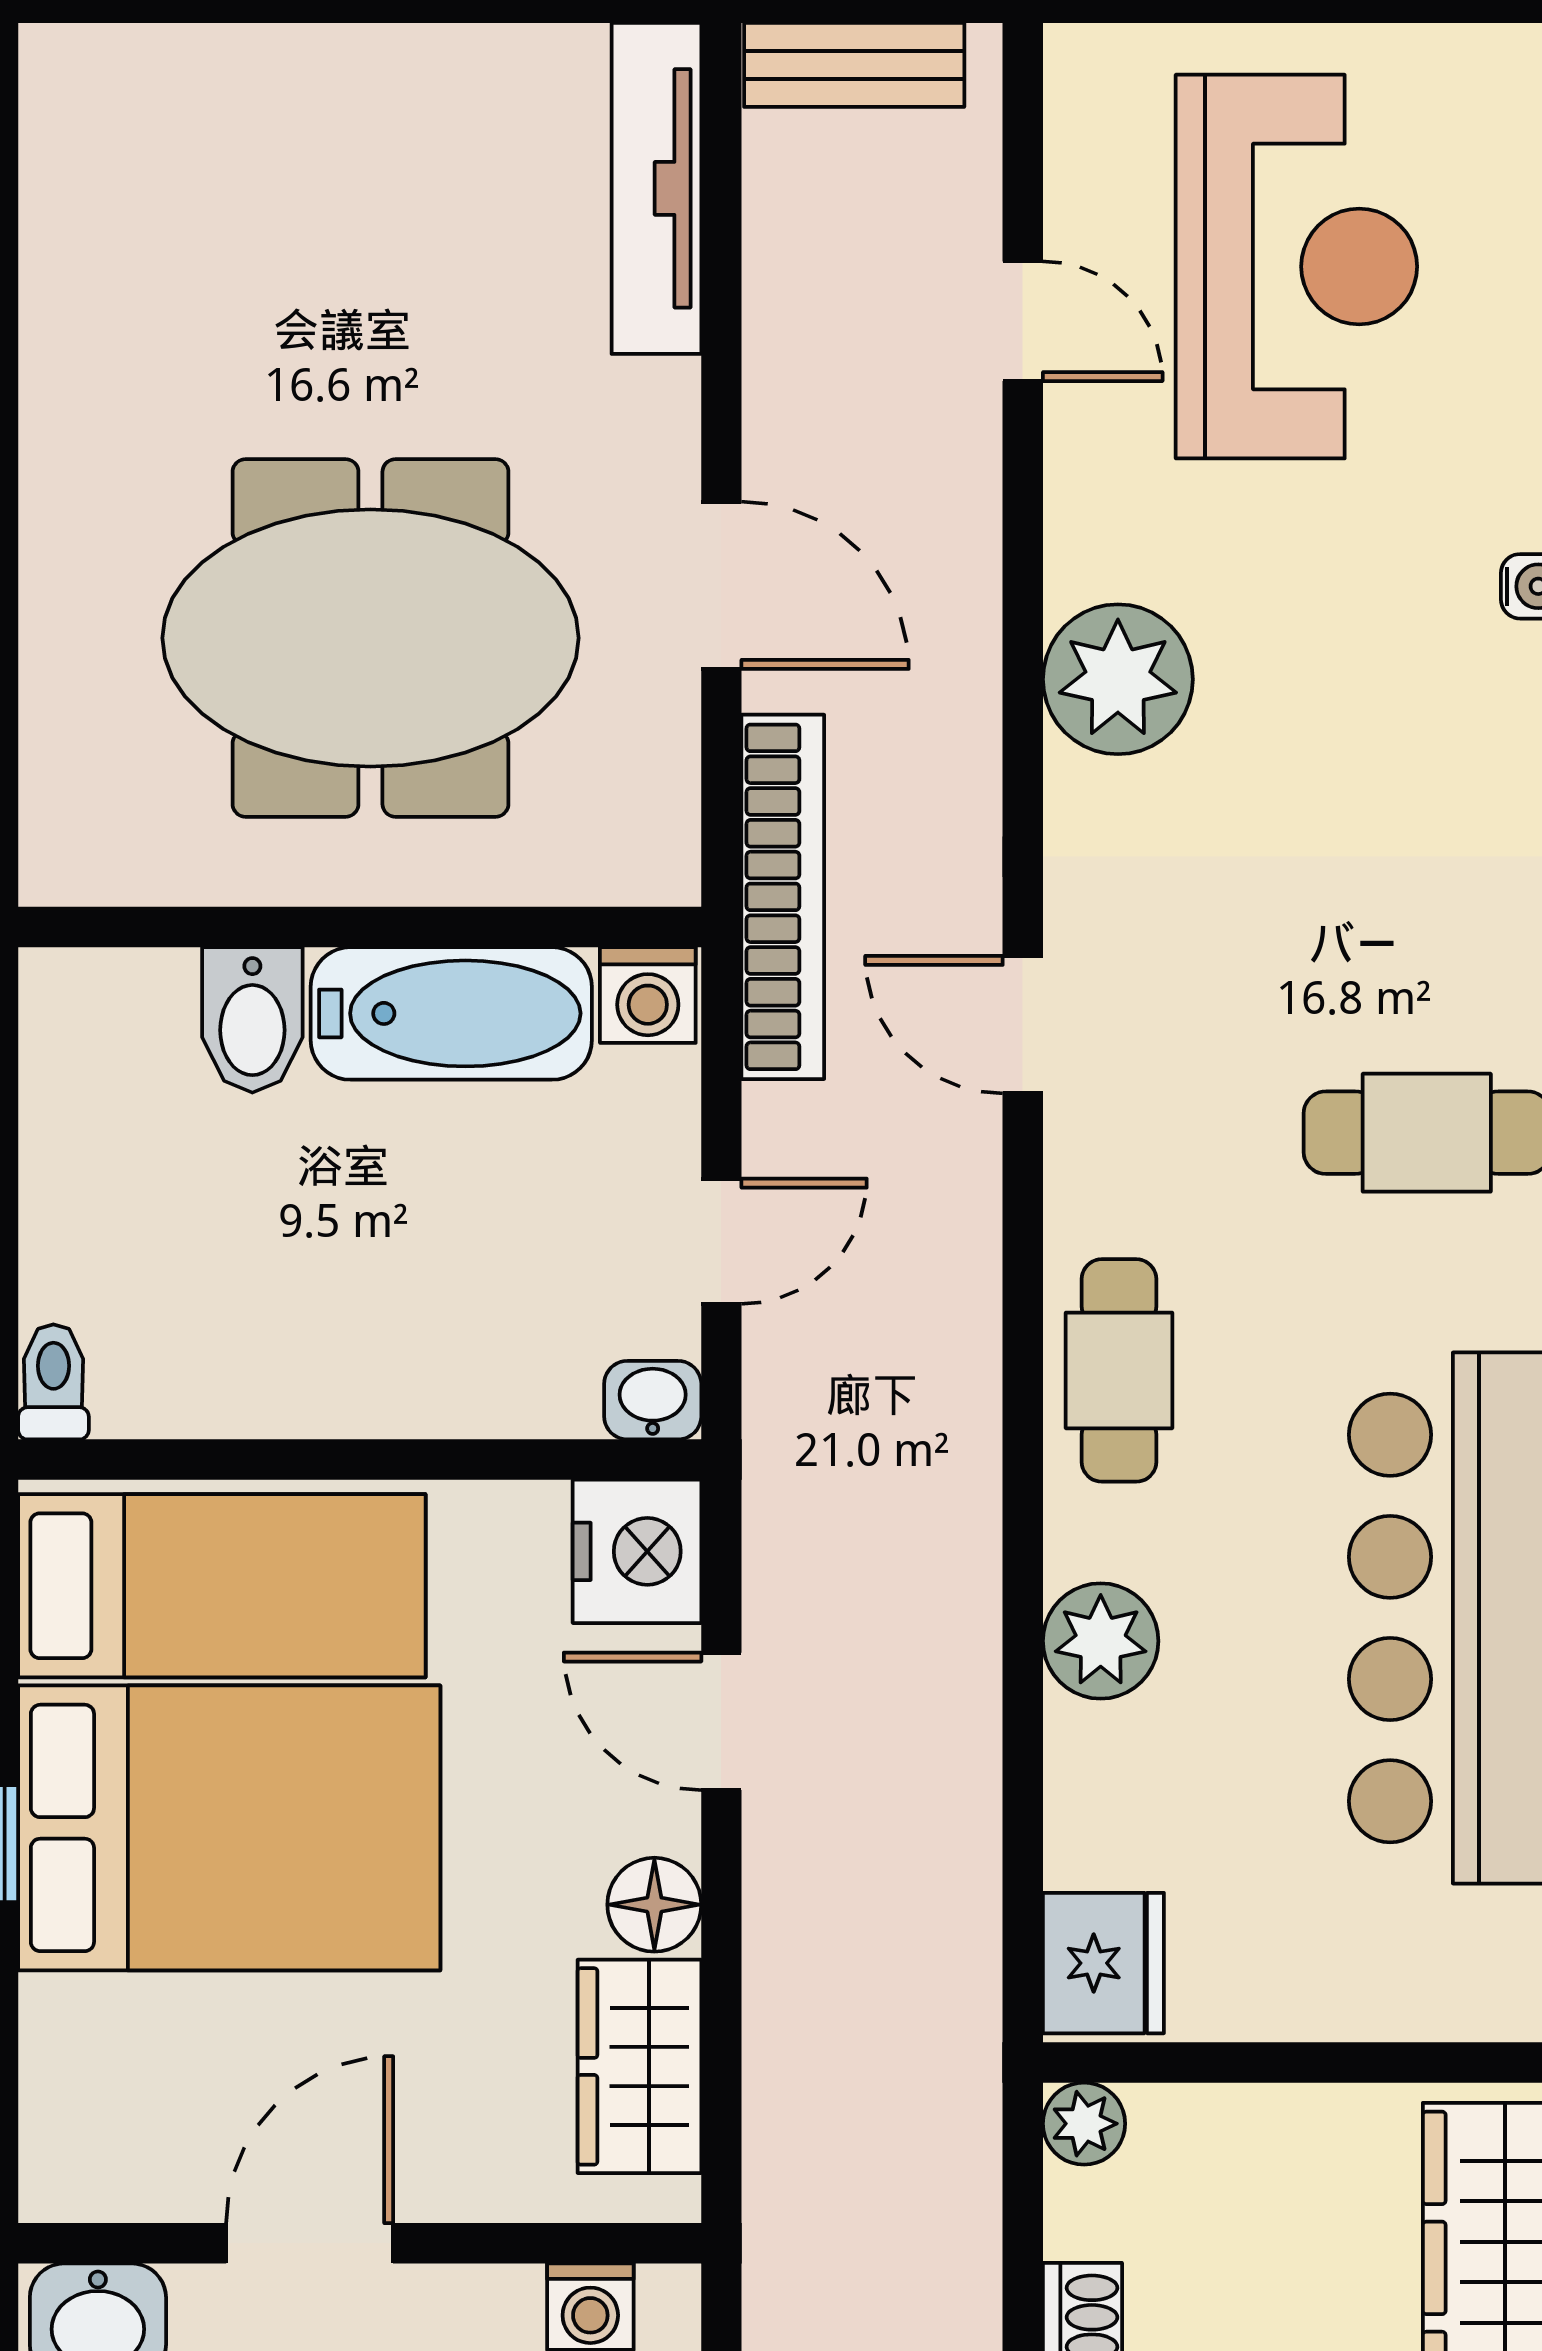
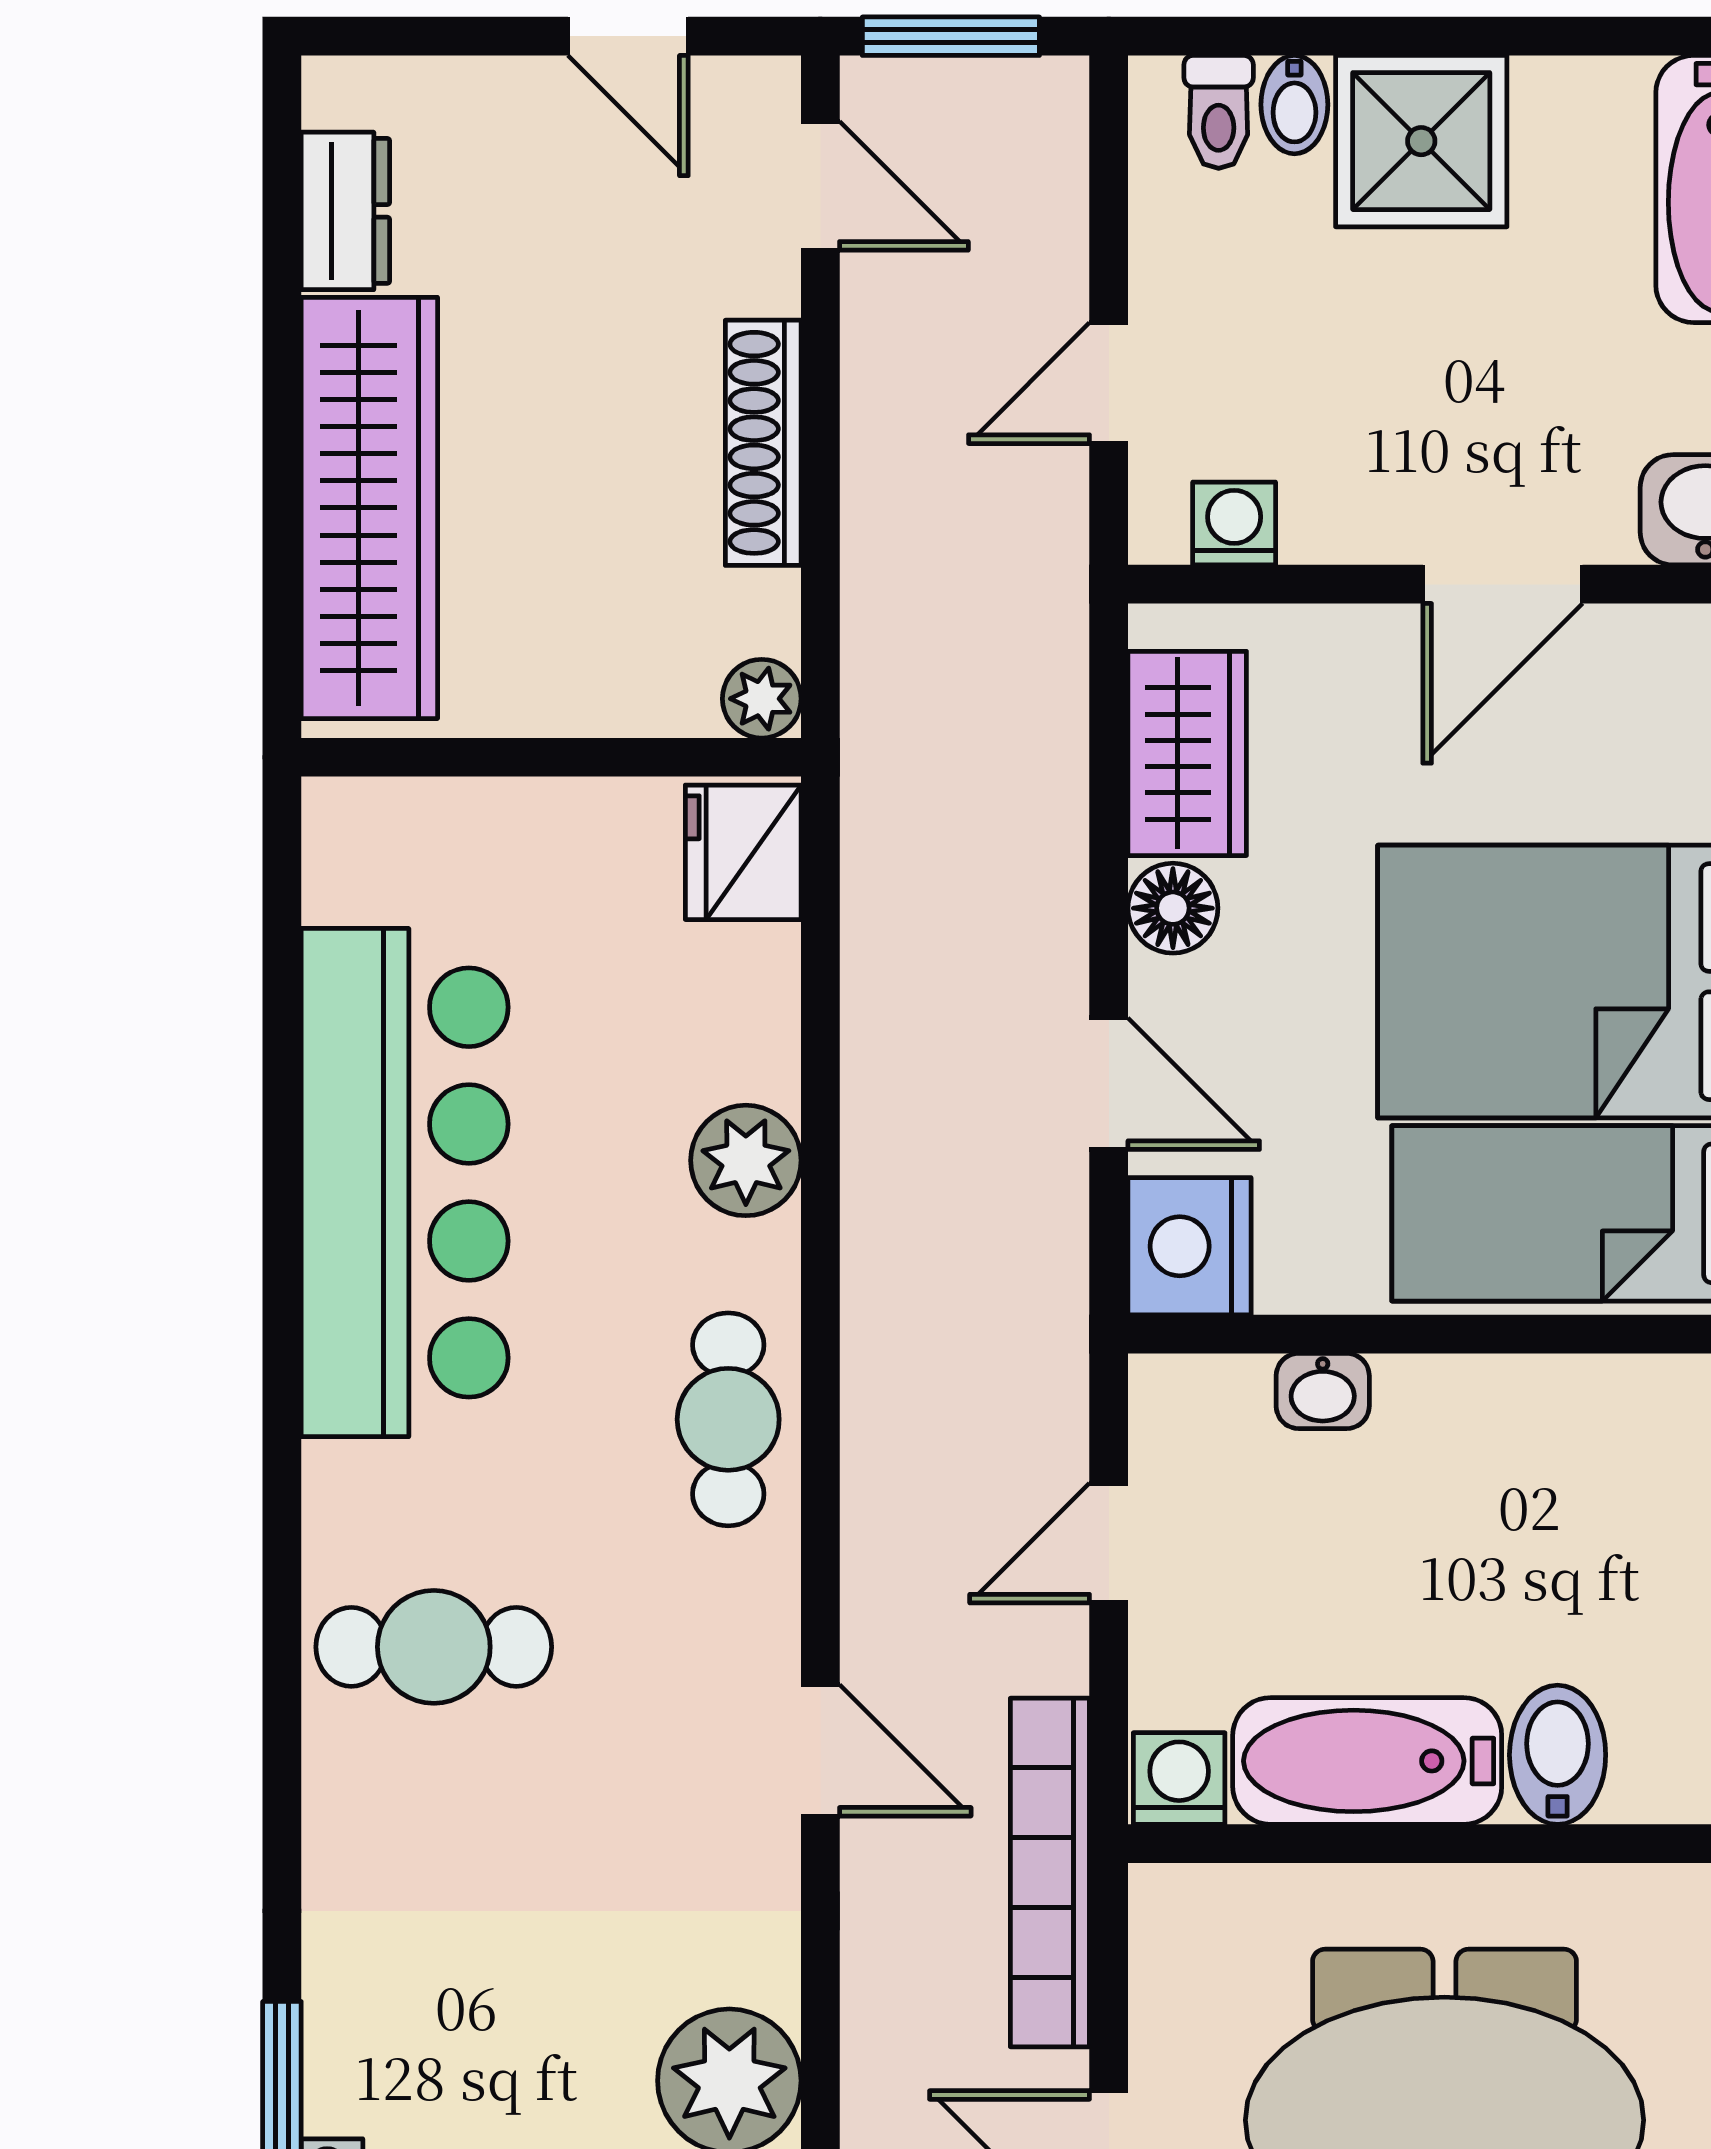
washbasin: (653, 1400) -> (1323, 1391), moved

